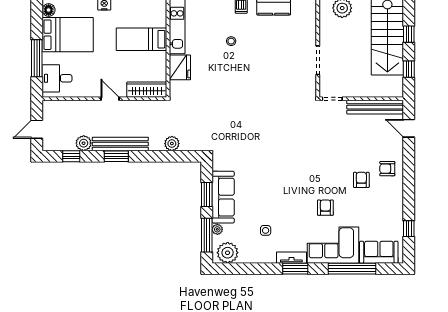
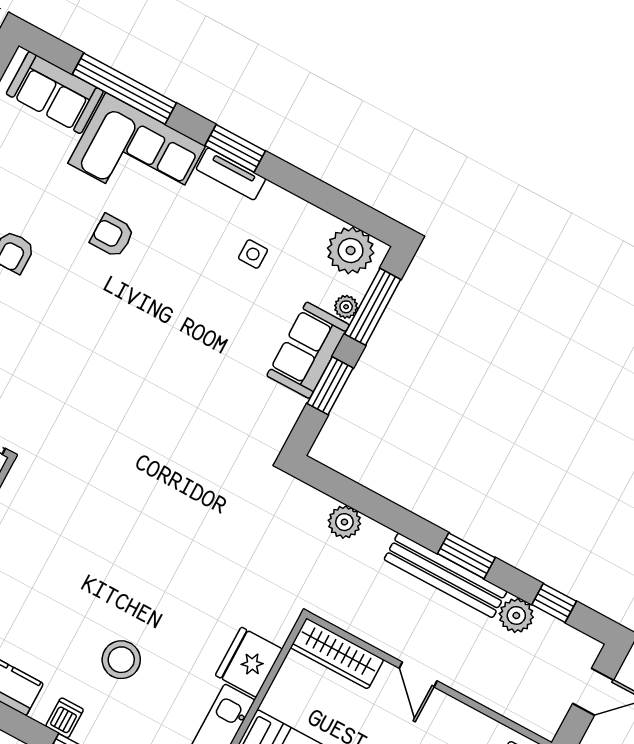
stool: (231, 41) -> (121, 660), width x1.89, depth x1.89
sofa: (223, 197) -> (308, 350), width x0.73
armchair: (325, 208) -> (112, 236), turned 90

